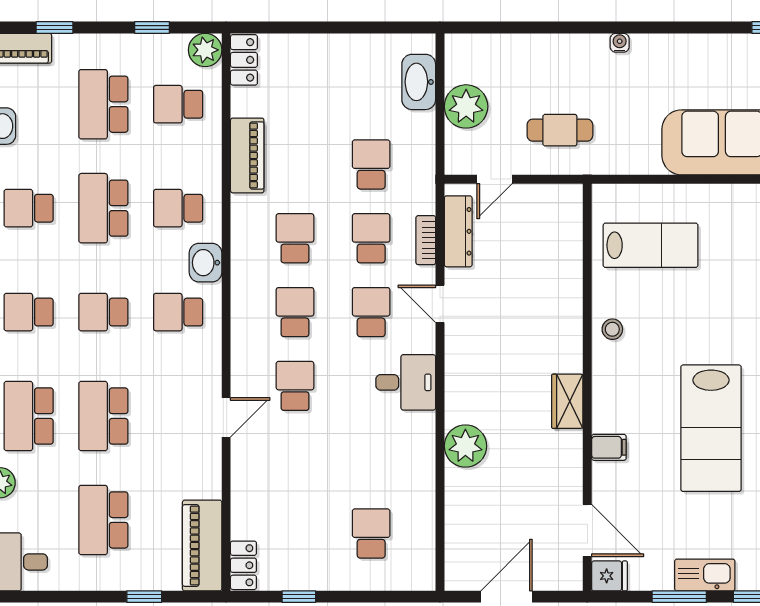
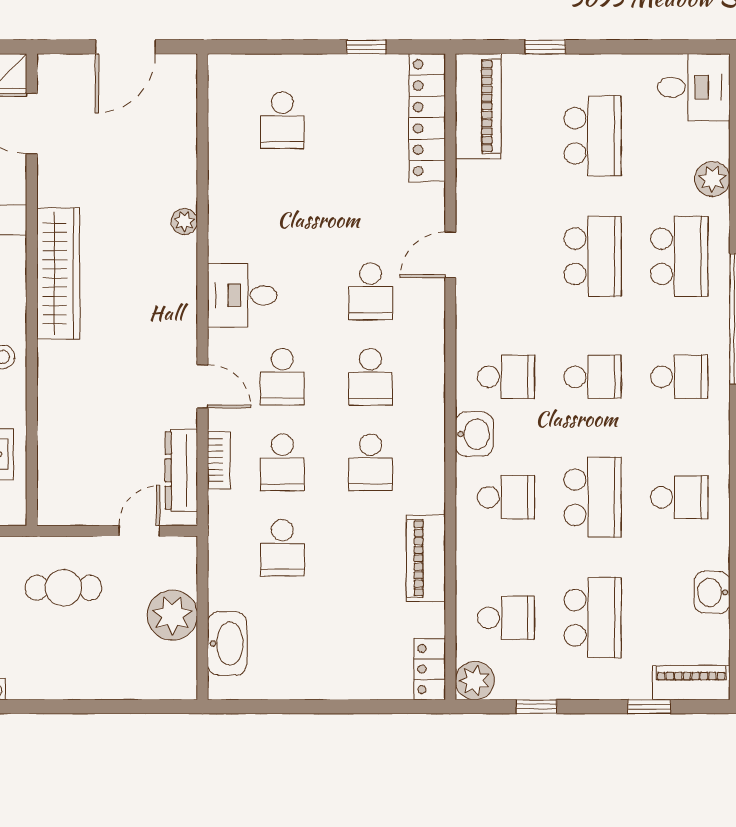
wardrobe: (567, 401) -> (58, 273), width x2.10, depth x1.17
plant: (465, 446) -> (184, 222), width x0.53, depth x0.53
locker: (243, 565) -> (427, 118), width x2.16, depth x1.21

